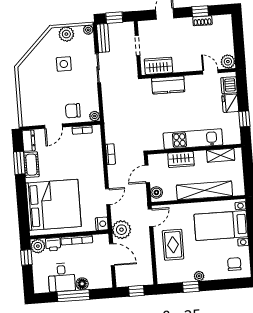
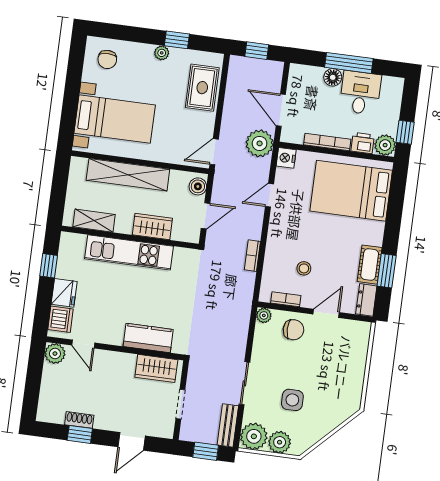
plant: (88, 30) -> (254, 436), width x1.88, depth x1.88
stool: (75, 153) -> (304, 268), added
bed: (54, 205) -> (351, 191), width x0.73
rug: (173, 245) -> (202, 88), moved

